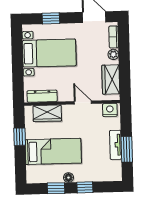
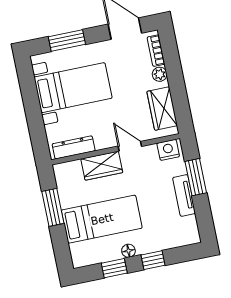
window: (51, 18) -> (67, 40), width x1.50
wardrobe: (47, 113) -> (102, 166), moved
window: (20, 137) -> (53, 207), width x1.50
window: (127, 149) -> (196, 177), moved

